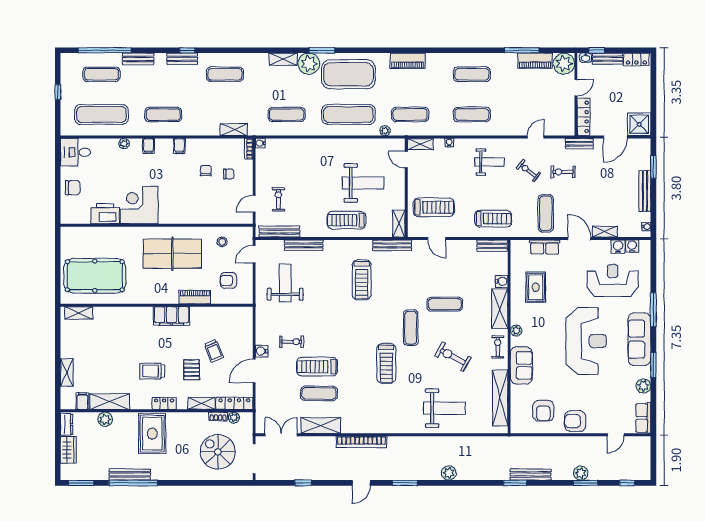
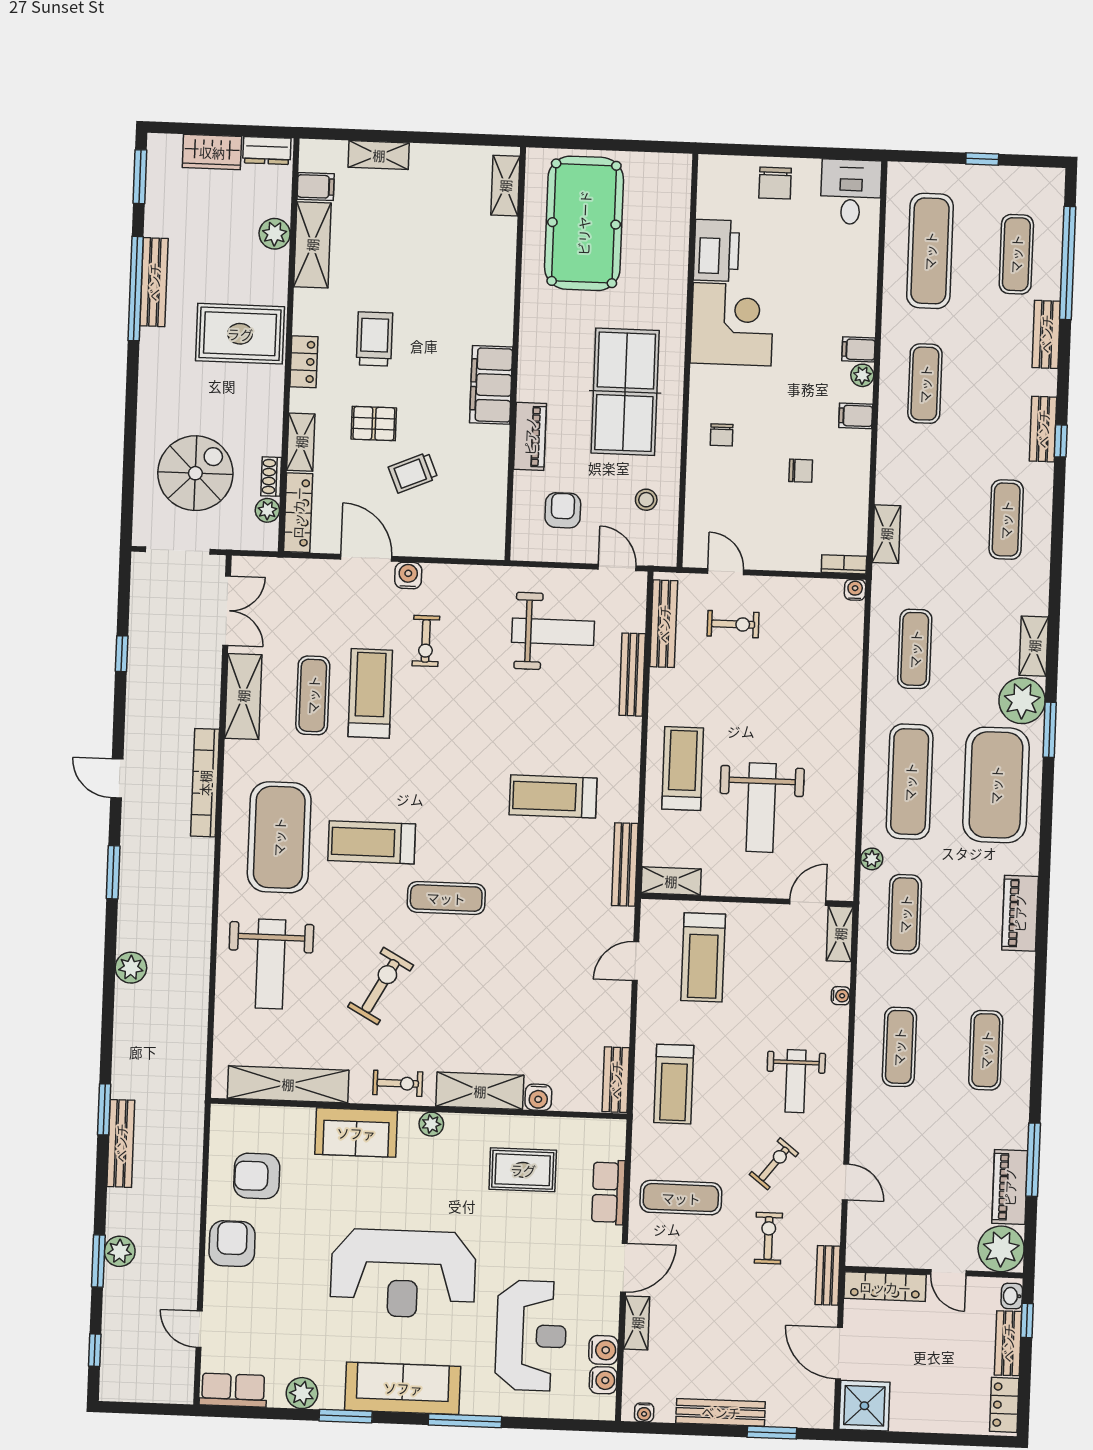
plant: (124, 144) -> (862, 375), moved
chair: (229, 174) -> (722, 435), moved
exercise mat: (445, 304) -> (279, 837), moved, width x2.00, depth x1.45

